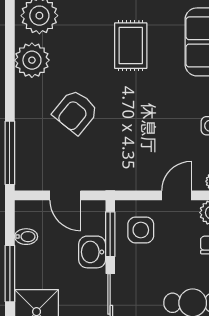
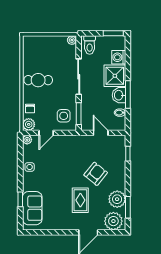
window: (10, 44) -> (128, 207), added
rug: (131, 46) -> (80, 200), moved
window: (10, 153) -> (128, 154), width x0.46
washbasin: (92, 252) -> (119, 95), moved, turned 180

